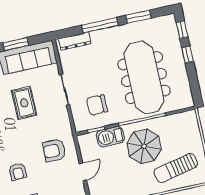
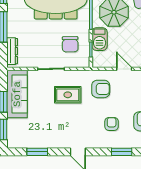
rug: (24, 103) -> (68, 95), moved
armchair: (54, 151) -> (101, 89), turned -91
armchair: (18, 171) -> (112, 124), turned -88

